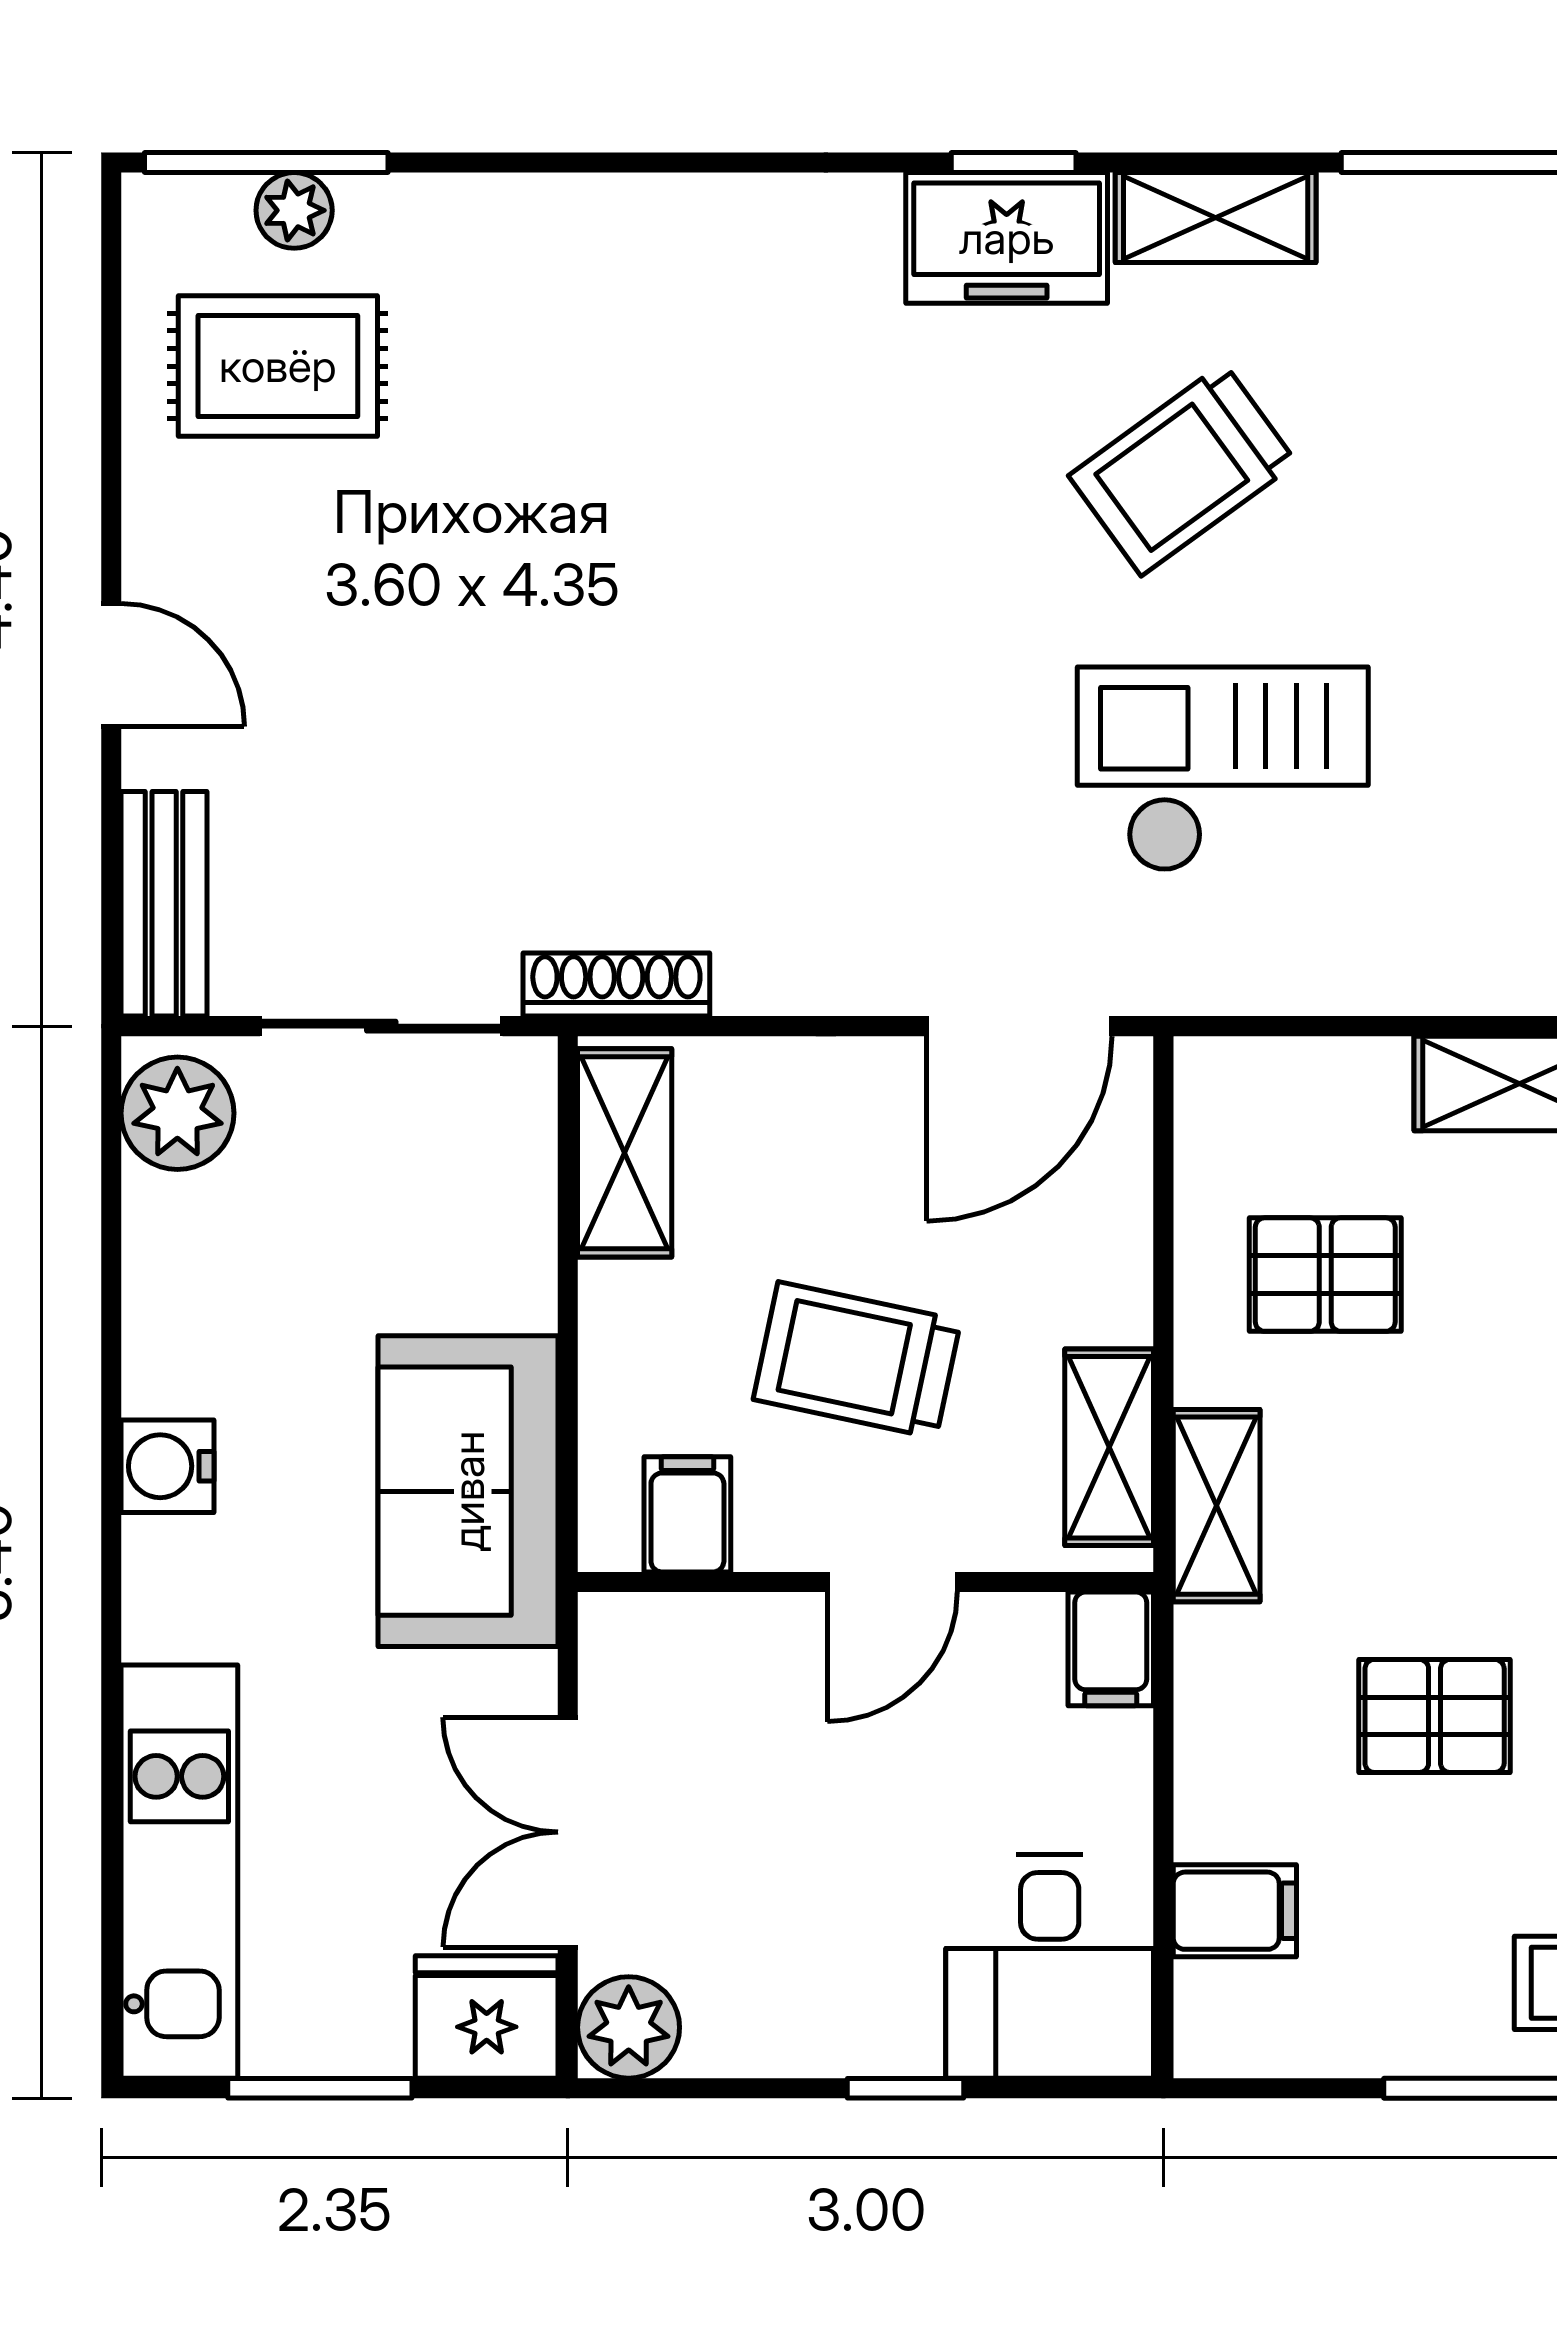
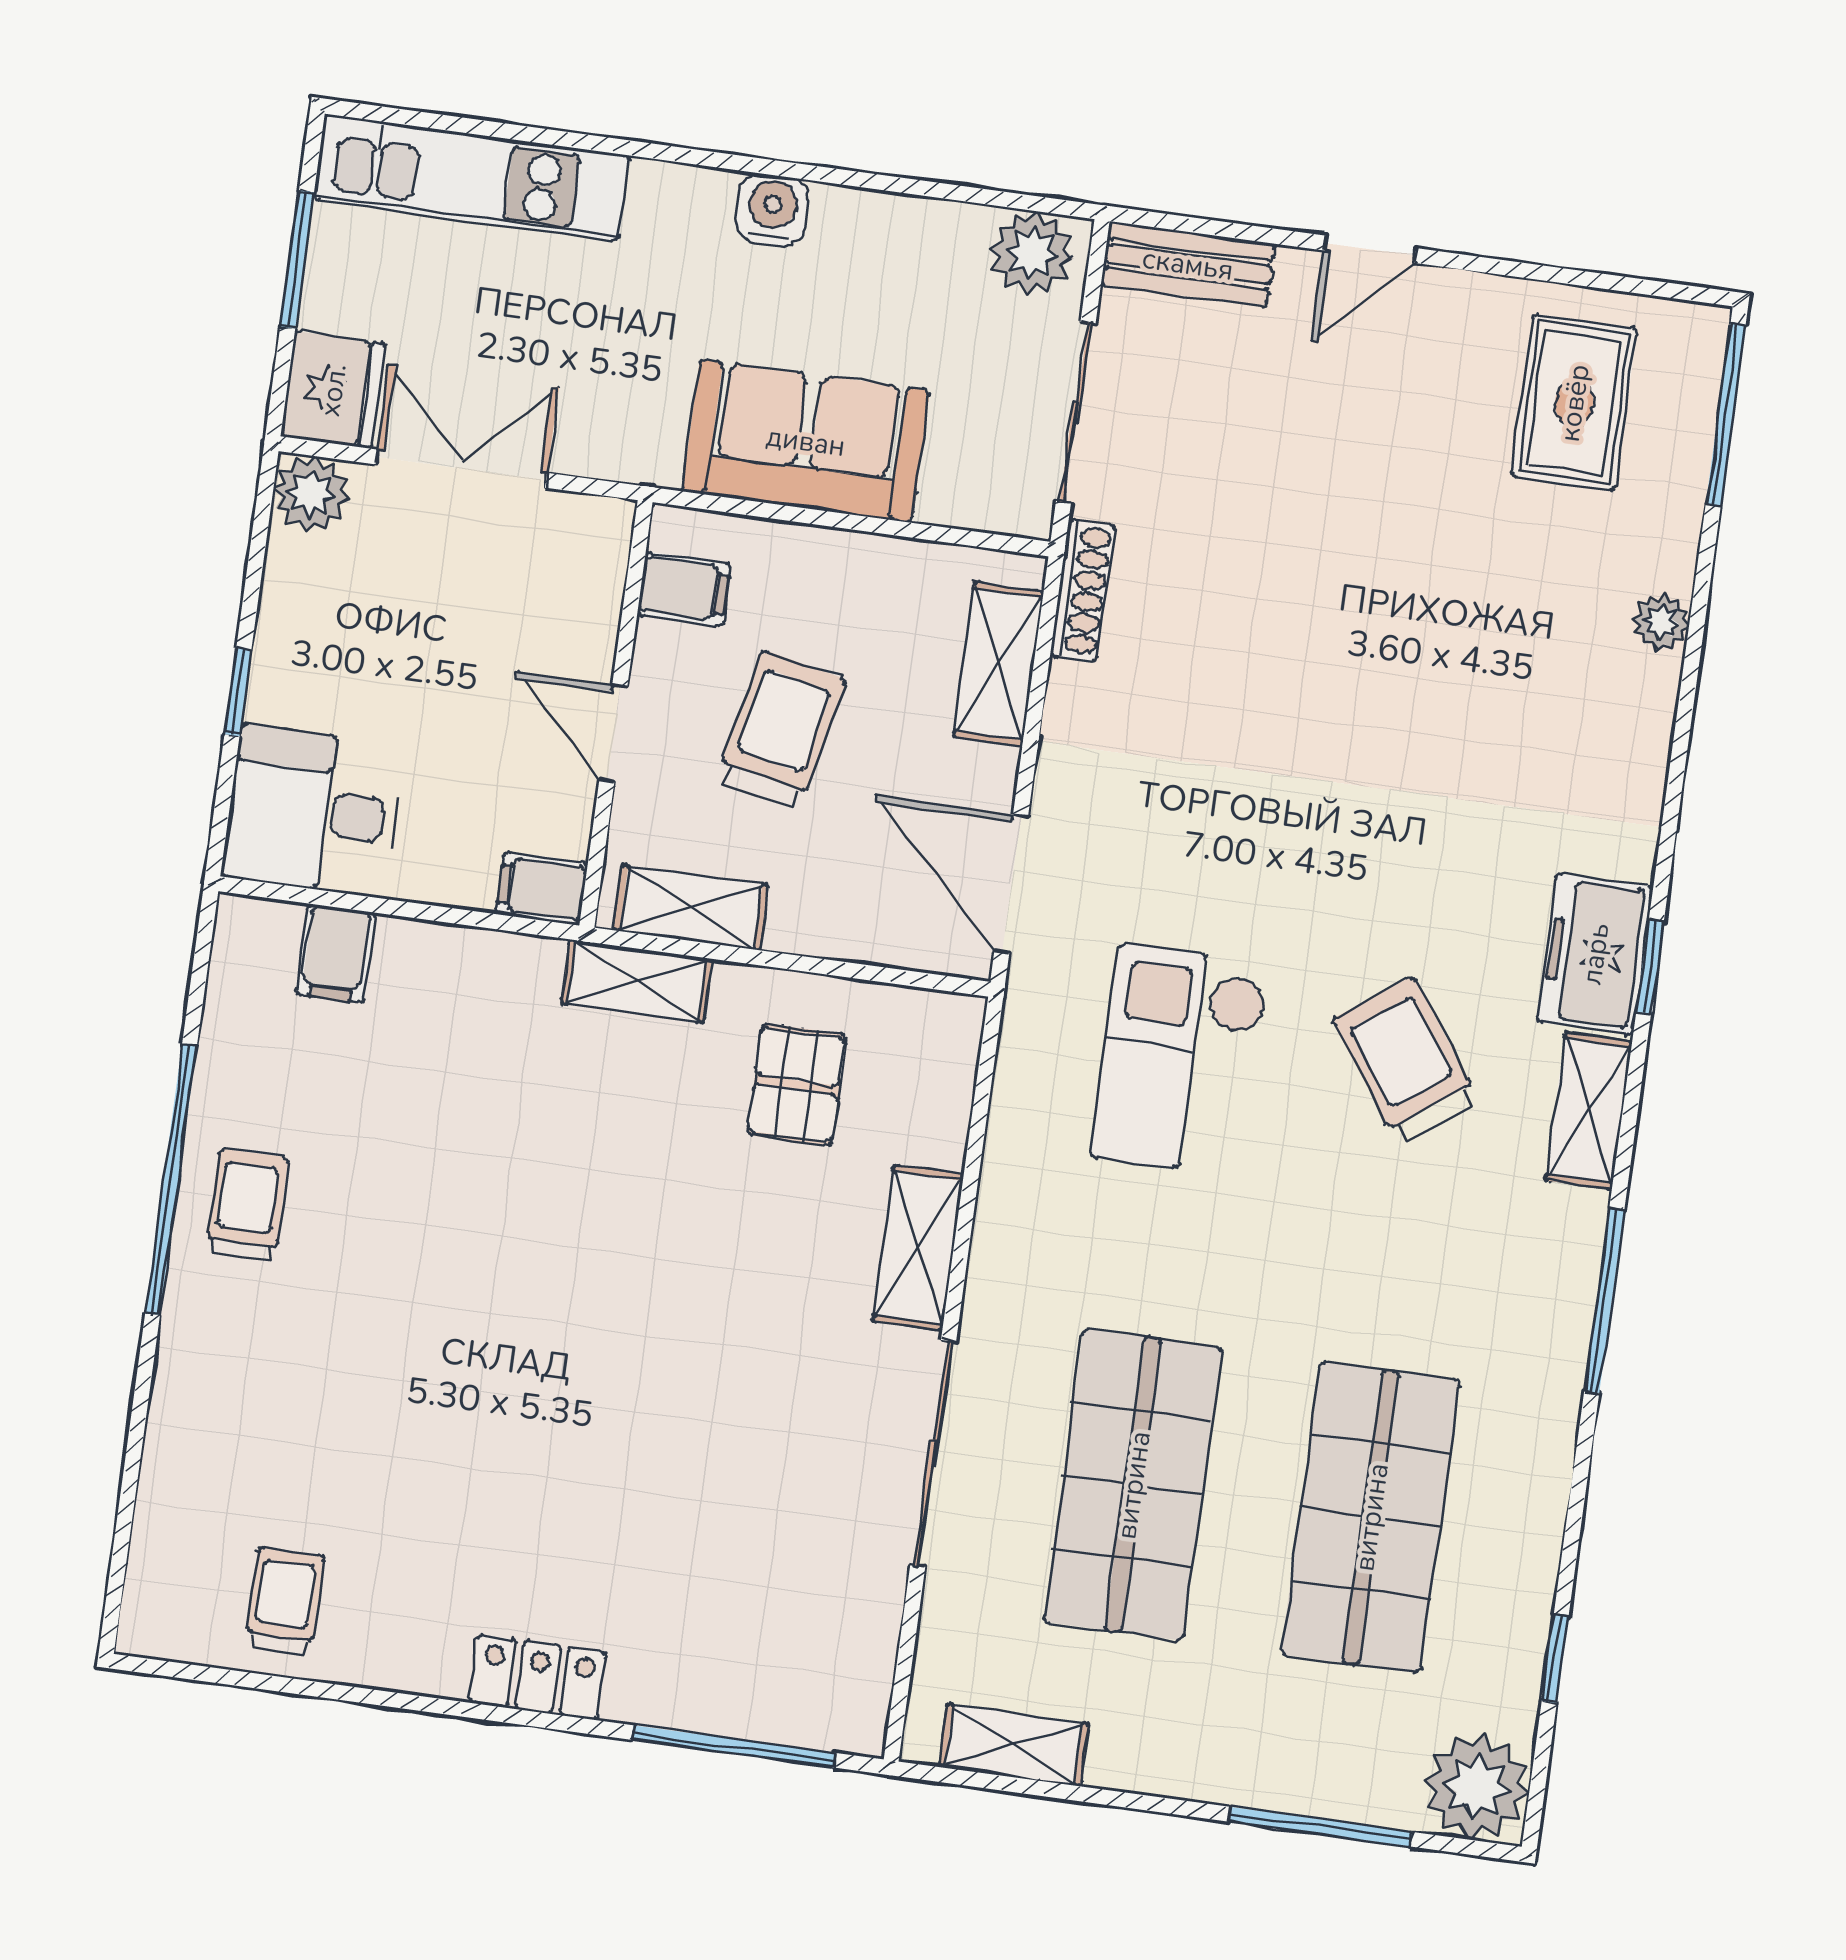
plant: (294, 210) -> (1661, 622), moved
checkout: (1223, 769) -> (1181, 1060), turned 180
shelving: (625, 1153) -> (998, 664), moved, turned 90
sofa: (468, 1491) -> (806, 441), moved
pallet: (1435, 1716) -> (459, 1121), removed

